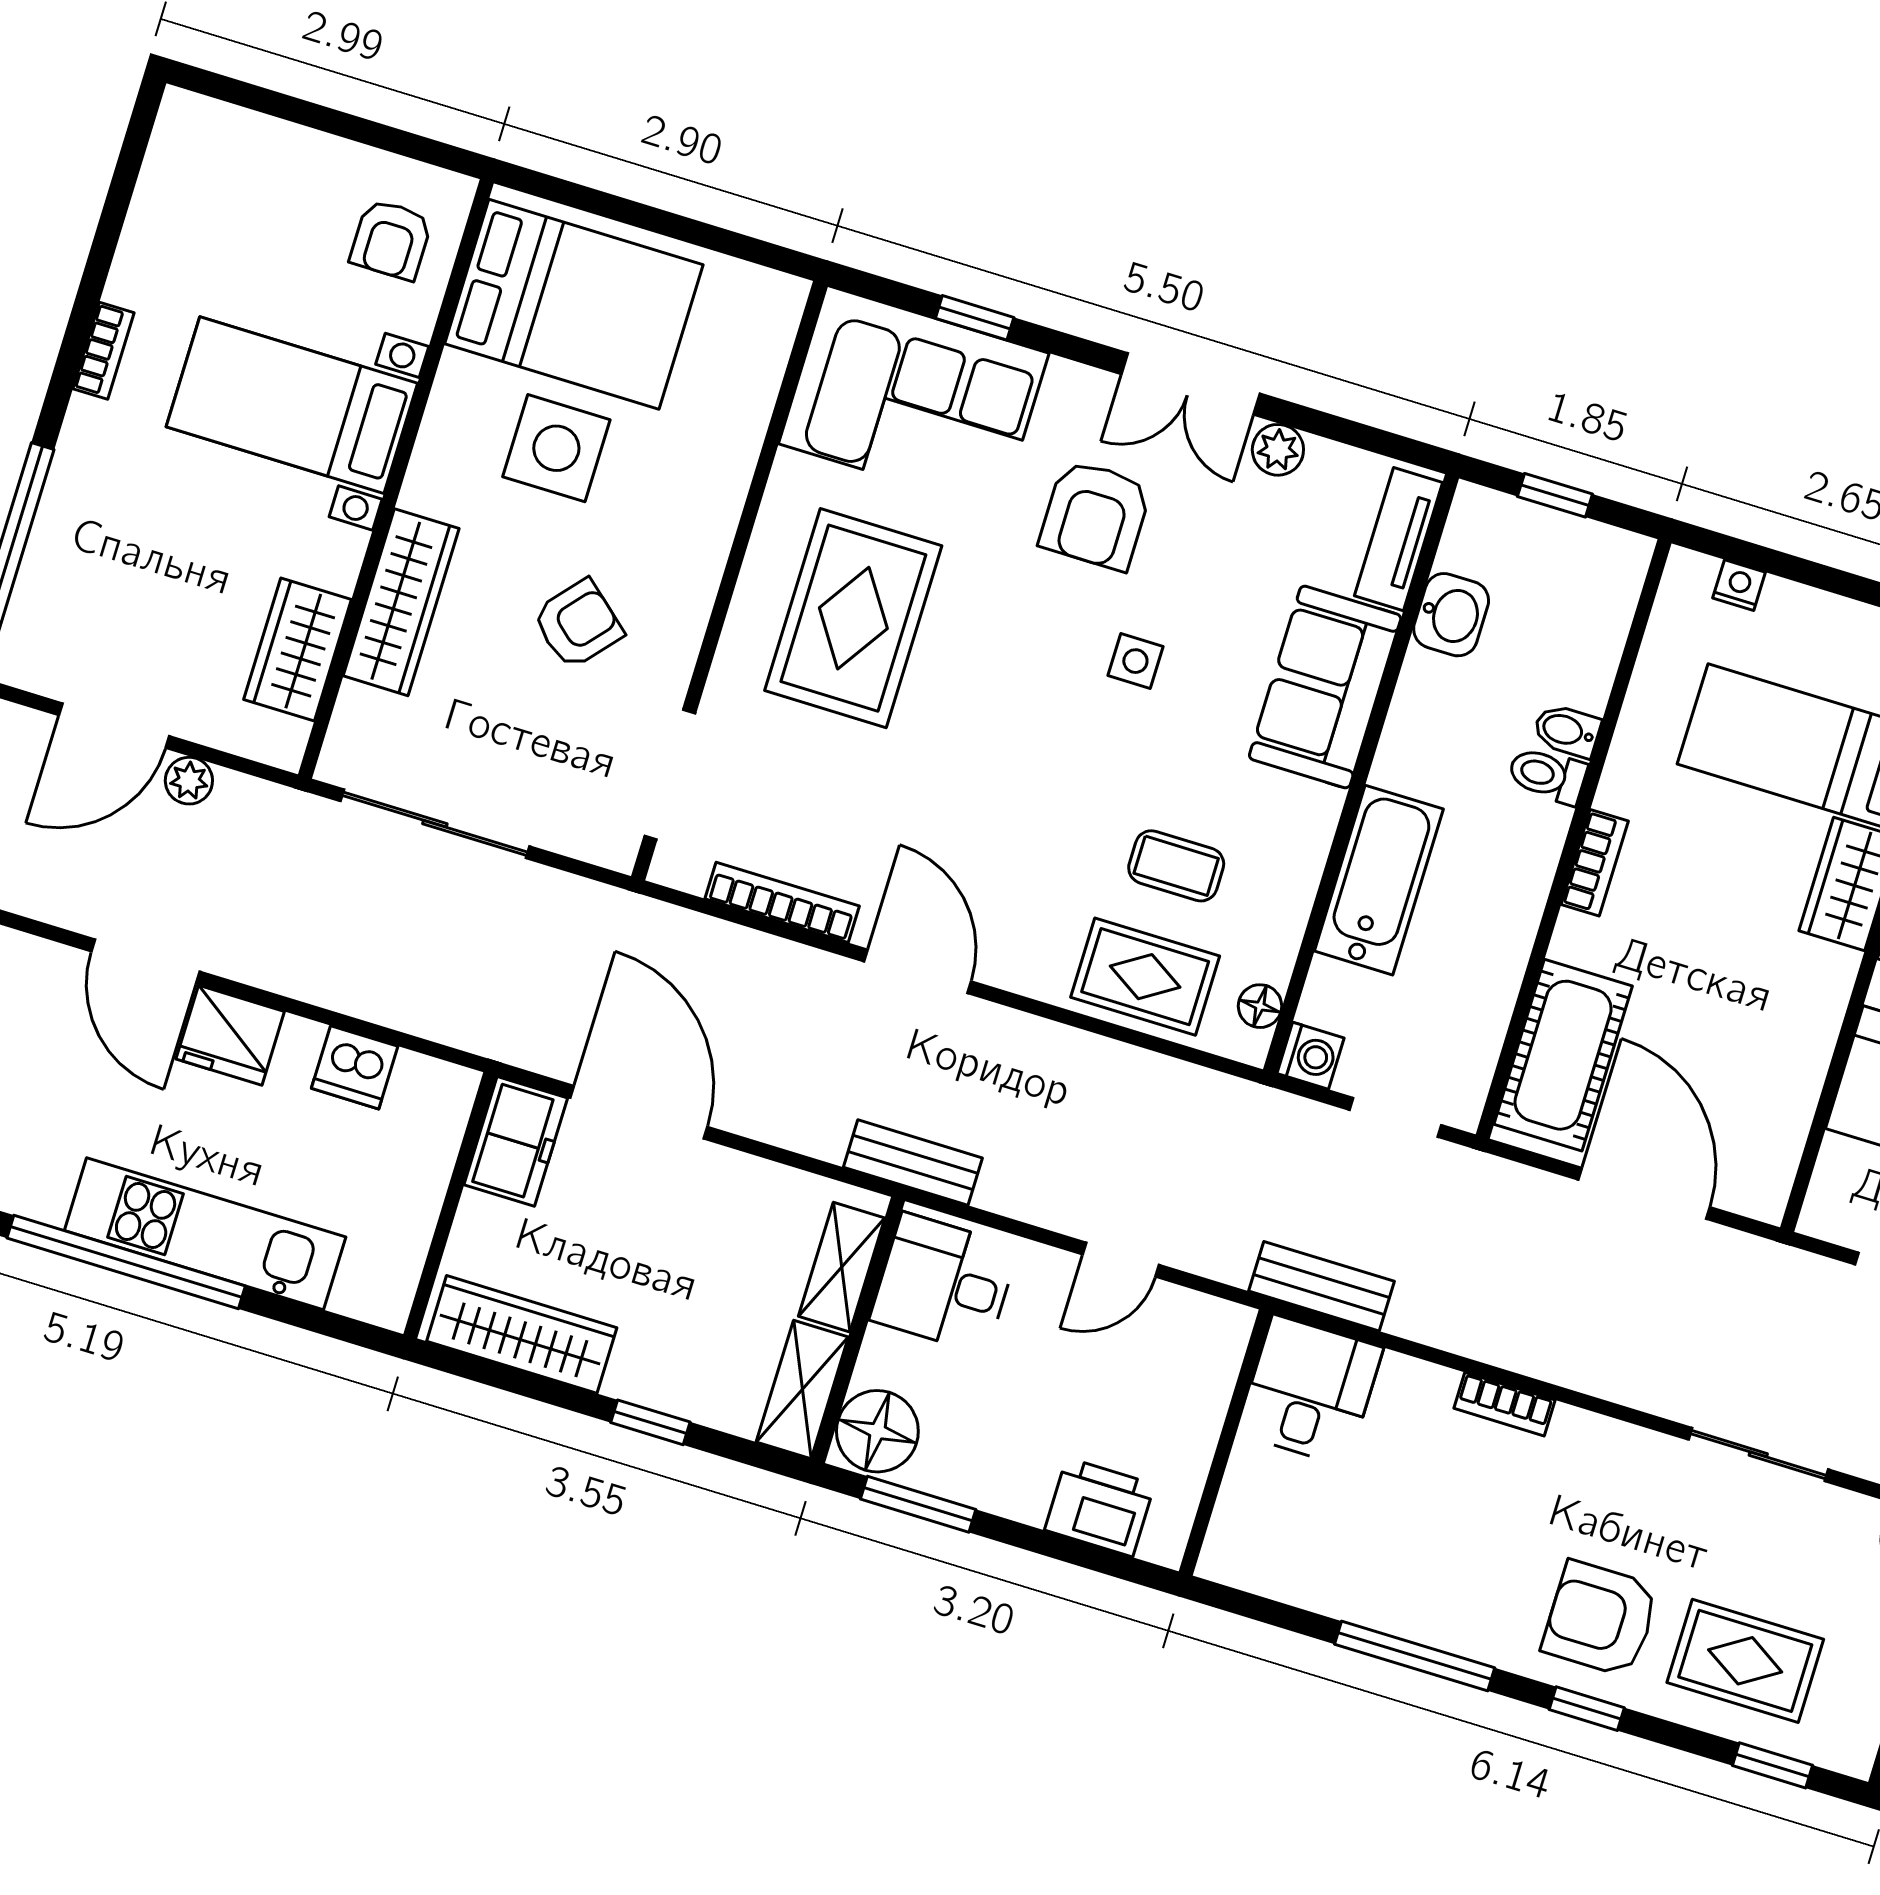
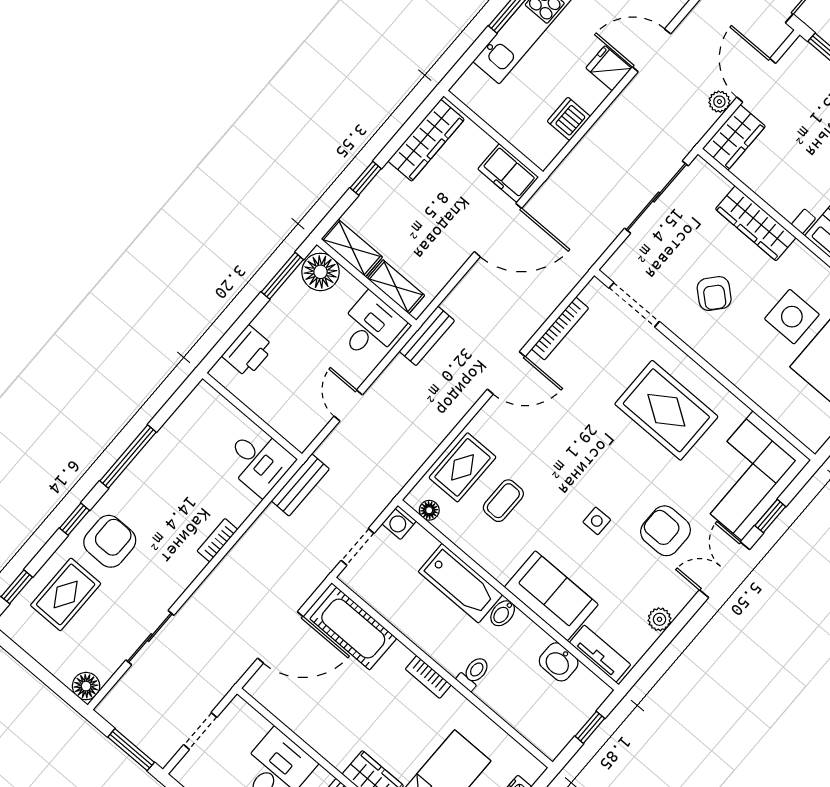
double door: (1191, 384) -> (724, 570), moved
wardrobe: (298, 649) -> (734, 137), moved, turned 90
bidet: (1567, 731) -> (503, 613), moved, turned 180
fridge: (230, 1035) -> (609, 68), width x0.72

